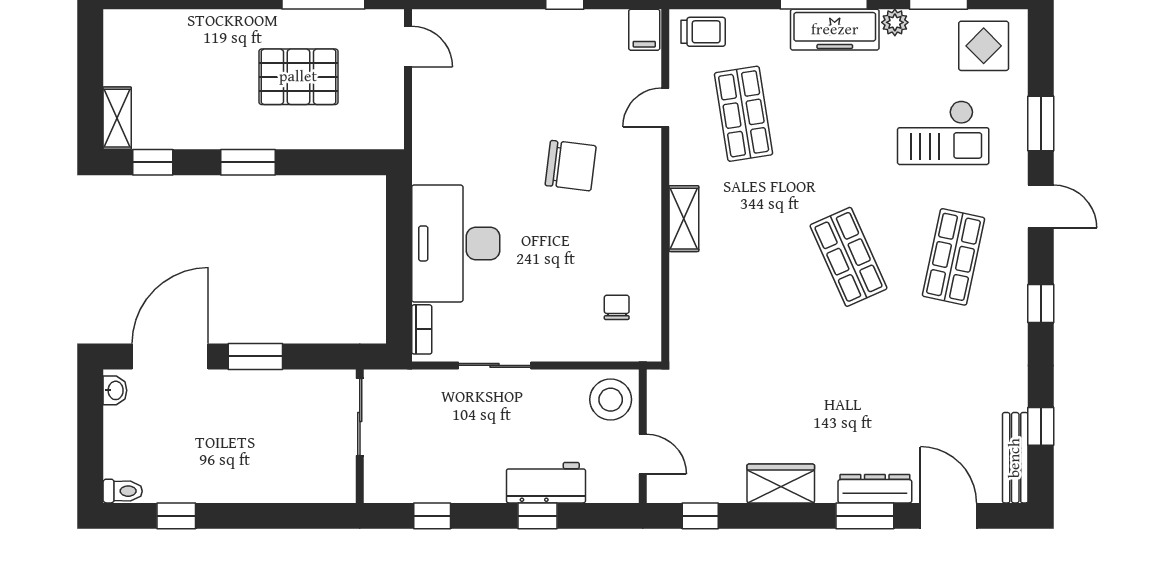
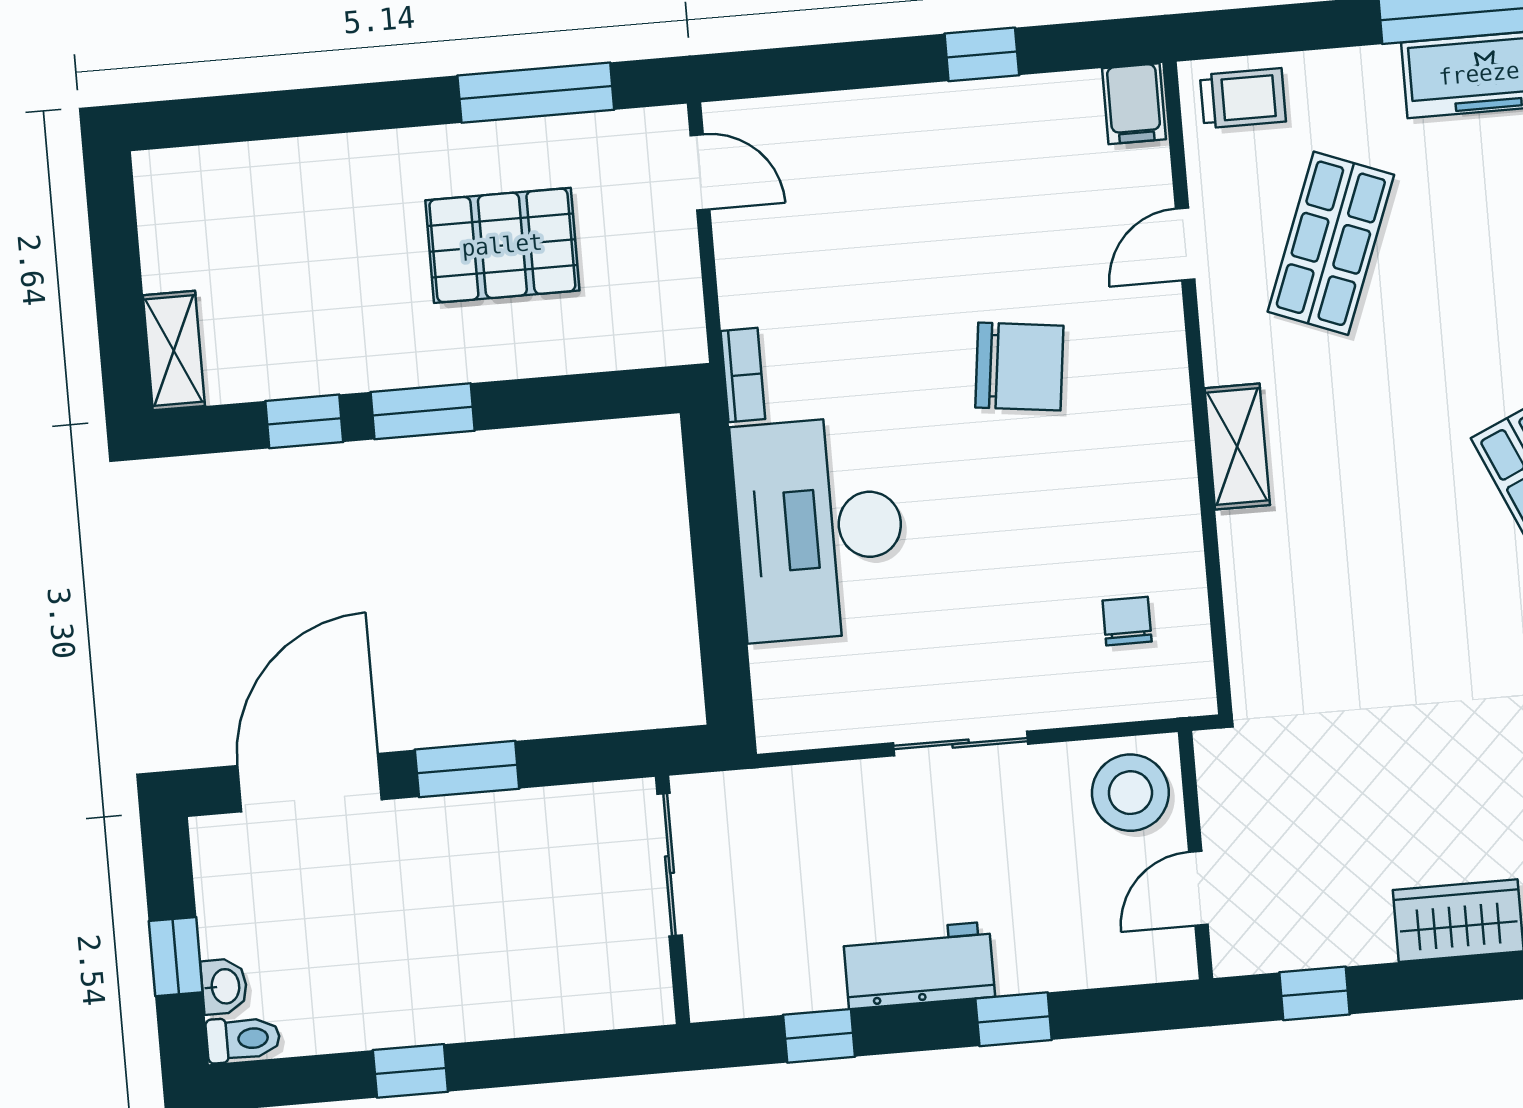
shop shelf: (744, 114) -> (1331, 243), turned 30
window: (153, 162) -> (304, 421), moved
bookcase: (422, 329) -> (743, 375), moved
sliding door: (495, 365) -> (961, 744), moved
washbasin: (115, 390) -> (224, 986), moved
window: (90, 444) -> (176, 957), added
door: (643, 454) -> (1198, 888), swing flipped
workbench: (546, 483) -> (919, 965), moved
window: (176, 516) -> (410, 1071), moved

